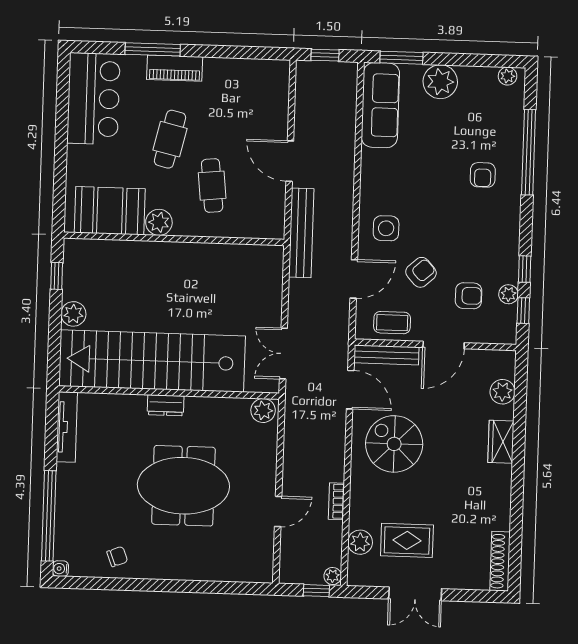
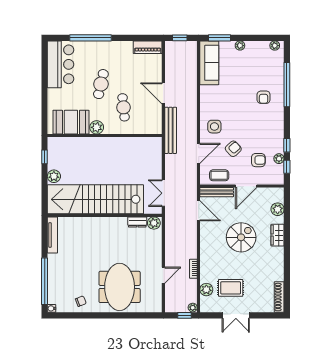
window: (153, 49) -> (90, 38), width x1.46
piano: (175, 68) -> (148, 47), moved
plant: (440, 82) -> (240, 46), width x0.53, depth x0.53
dresser: (166, 405) -> (137, 222), moved
spiral stairs: (394, 444) -> (241, 237), moved, turned 90
meeting table: (183, 486) -> (120, 287), moved, turned 90

